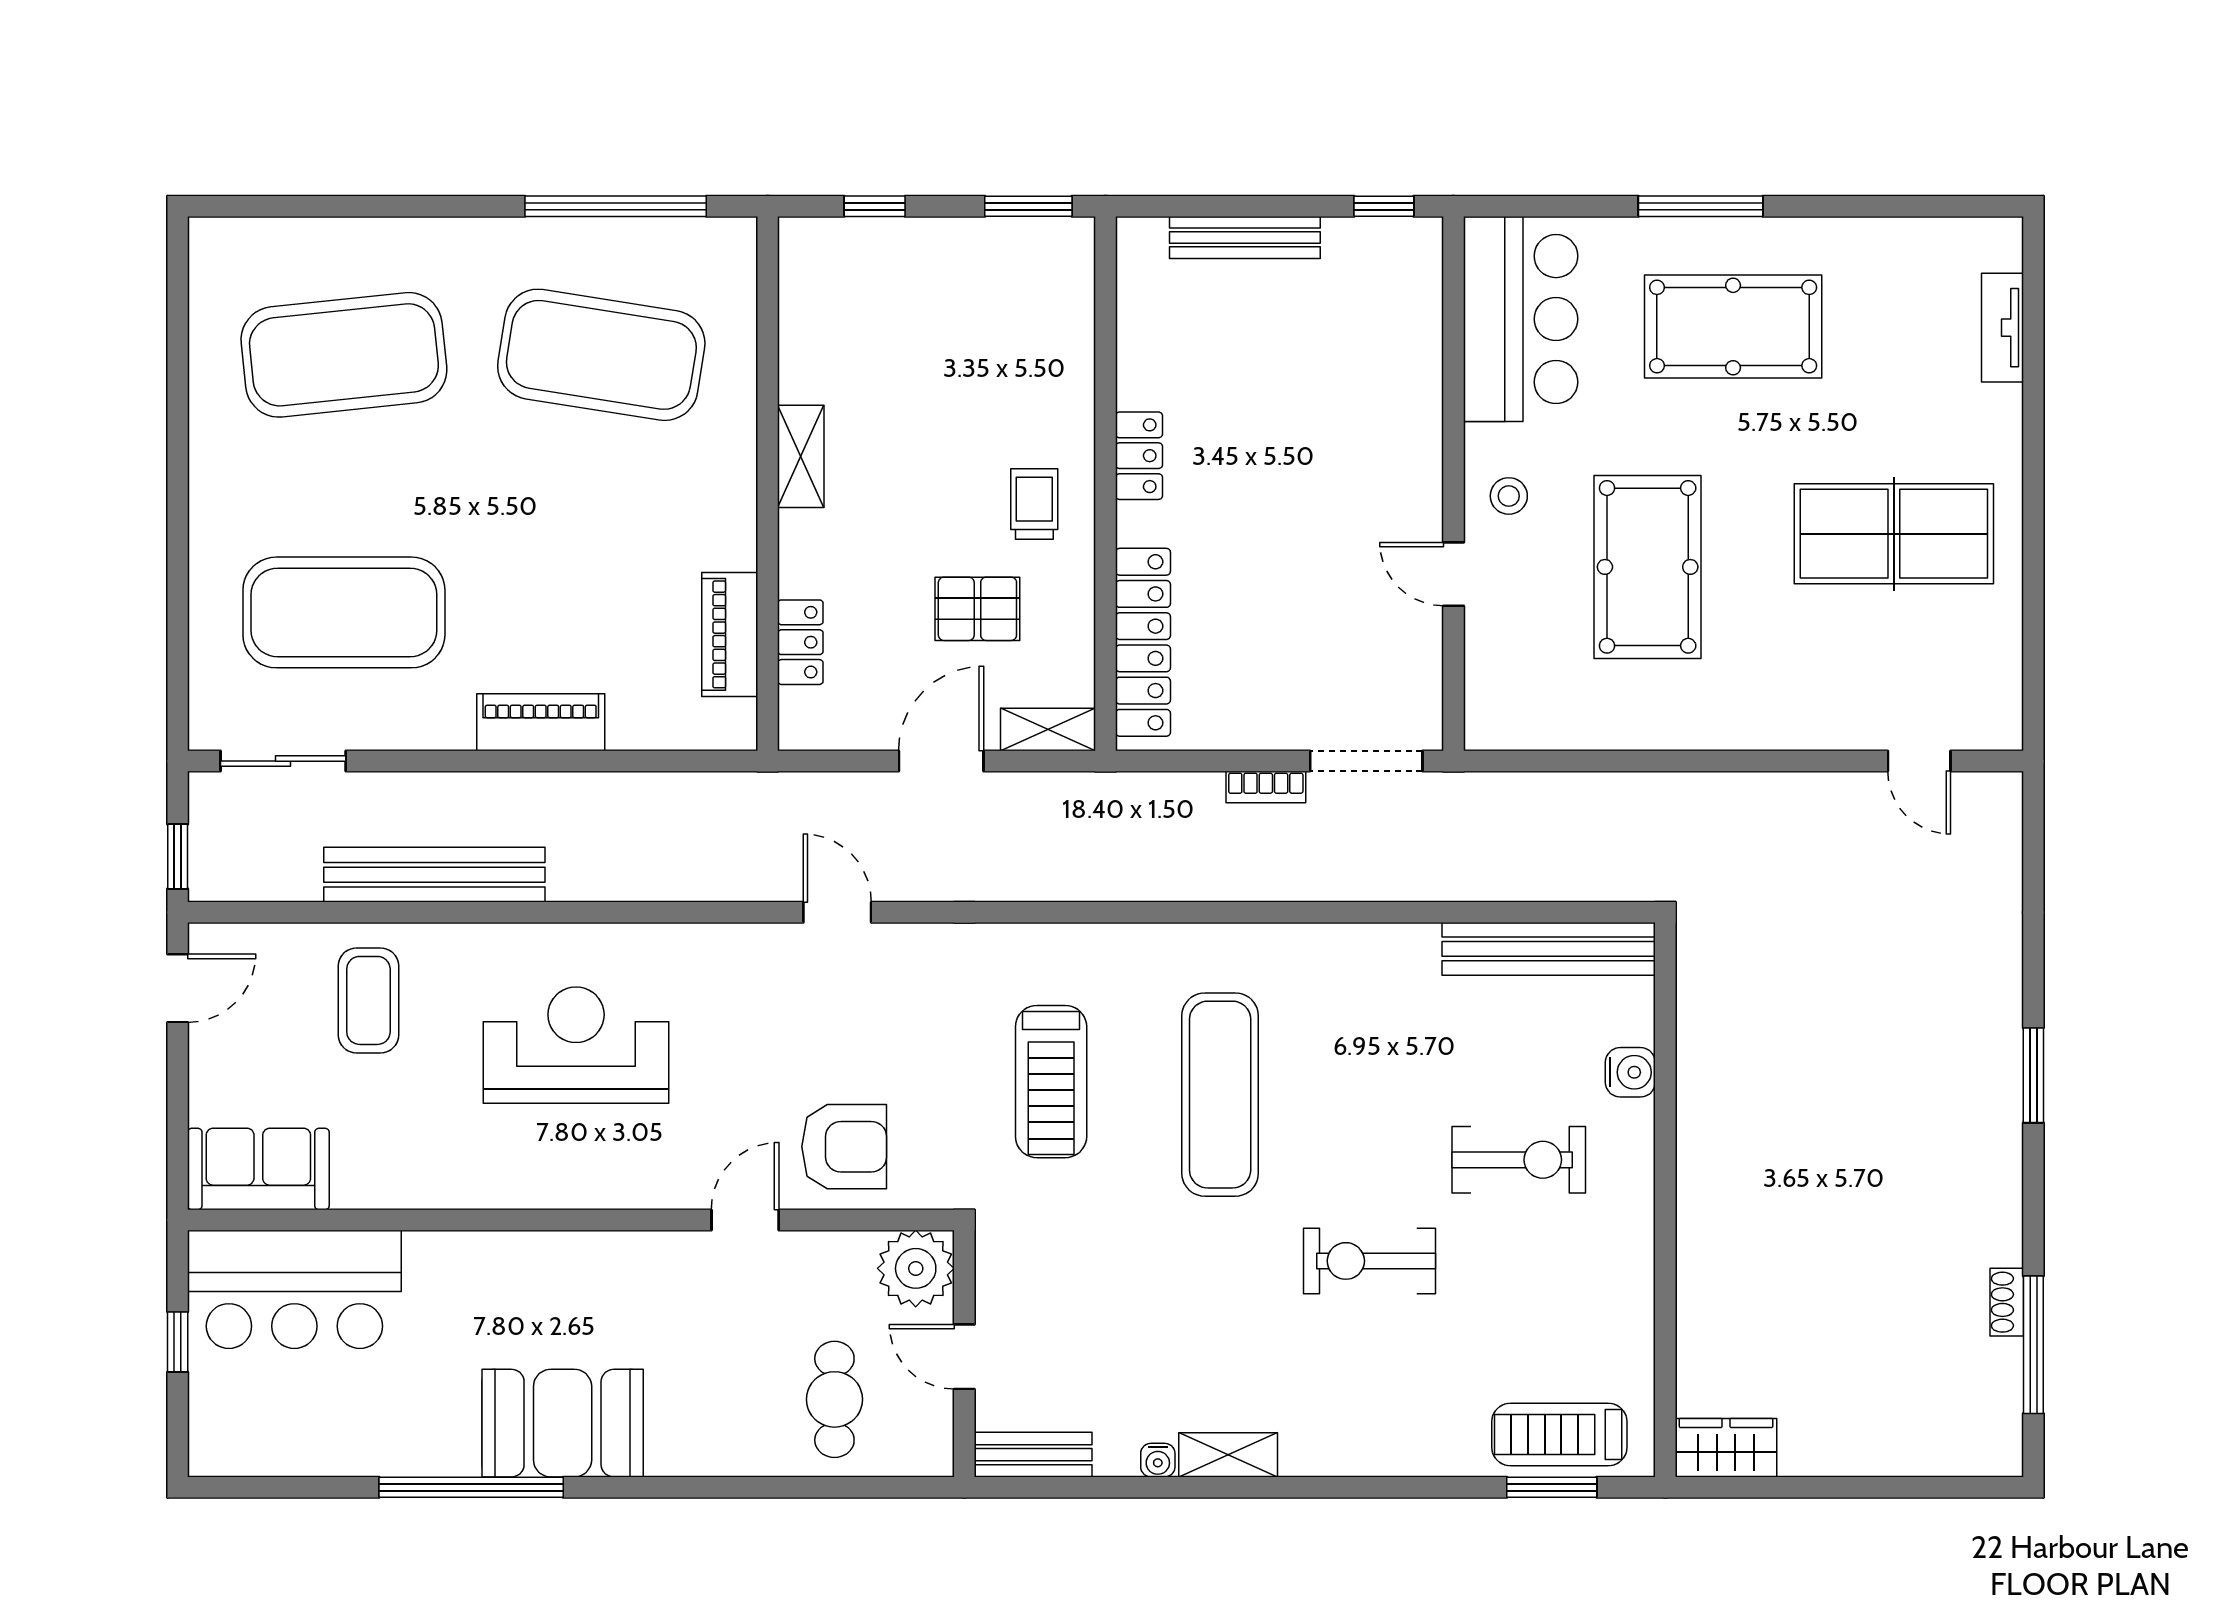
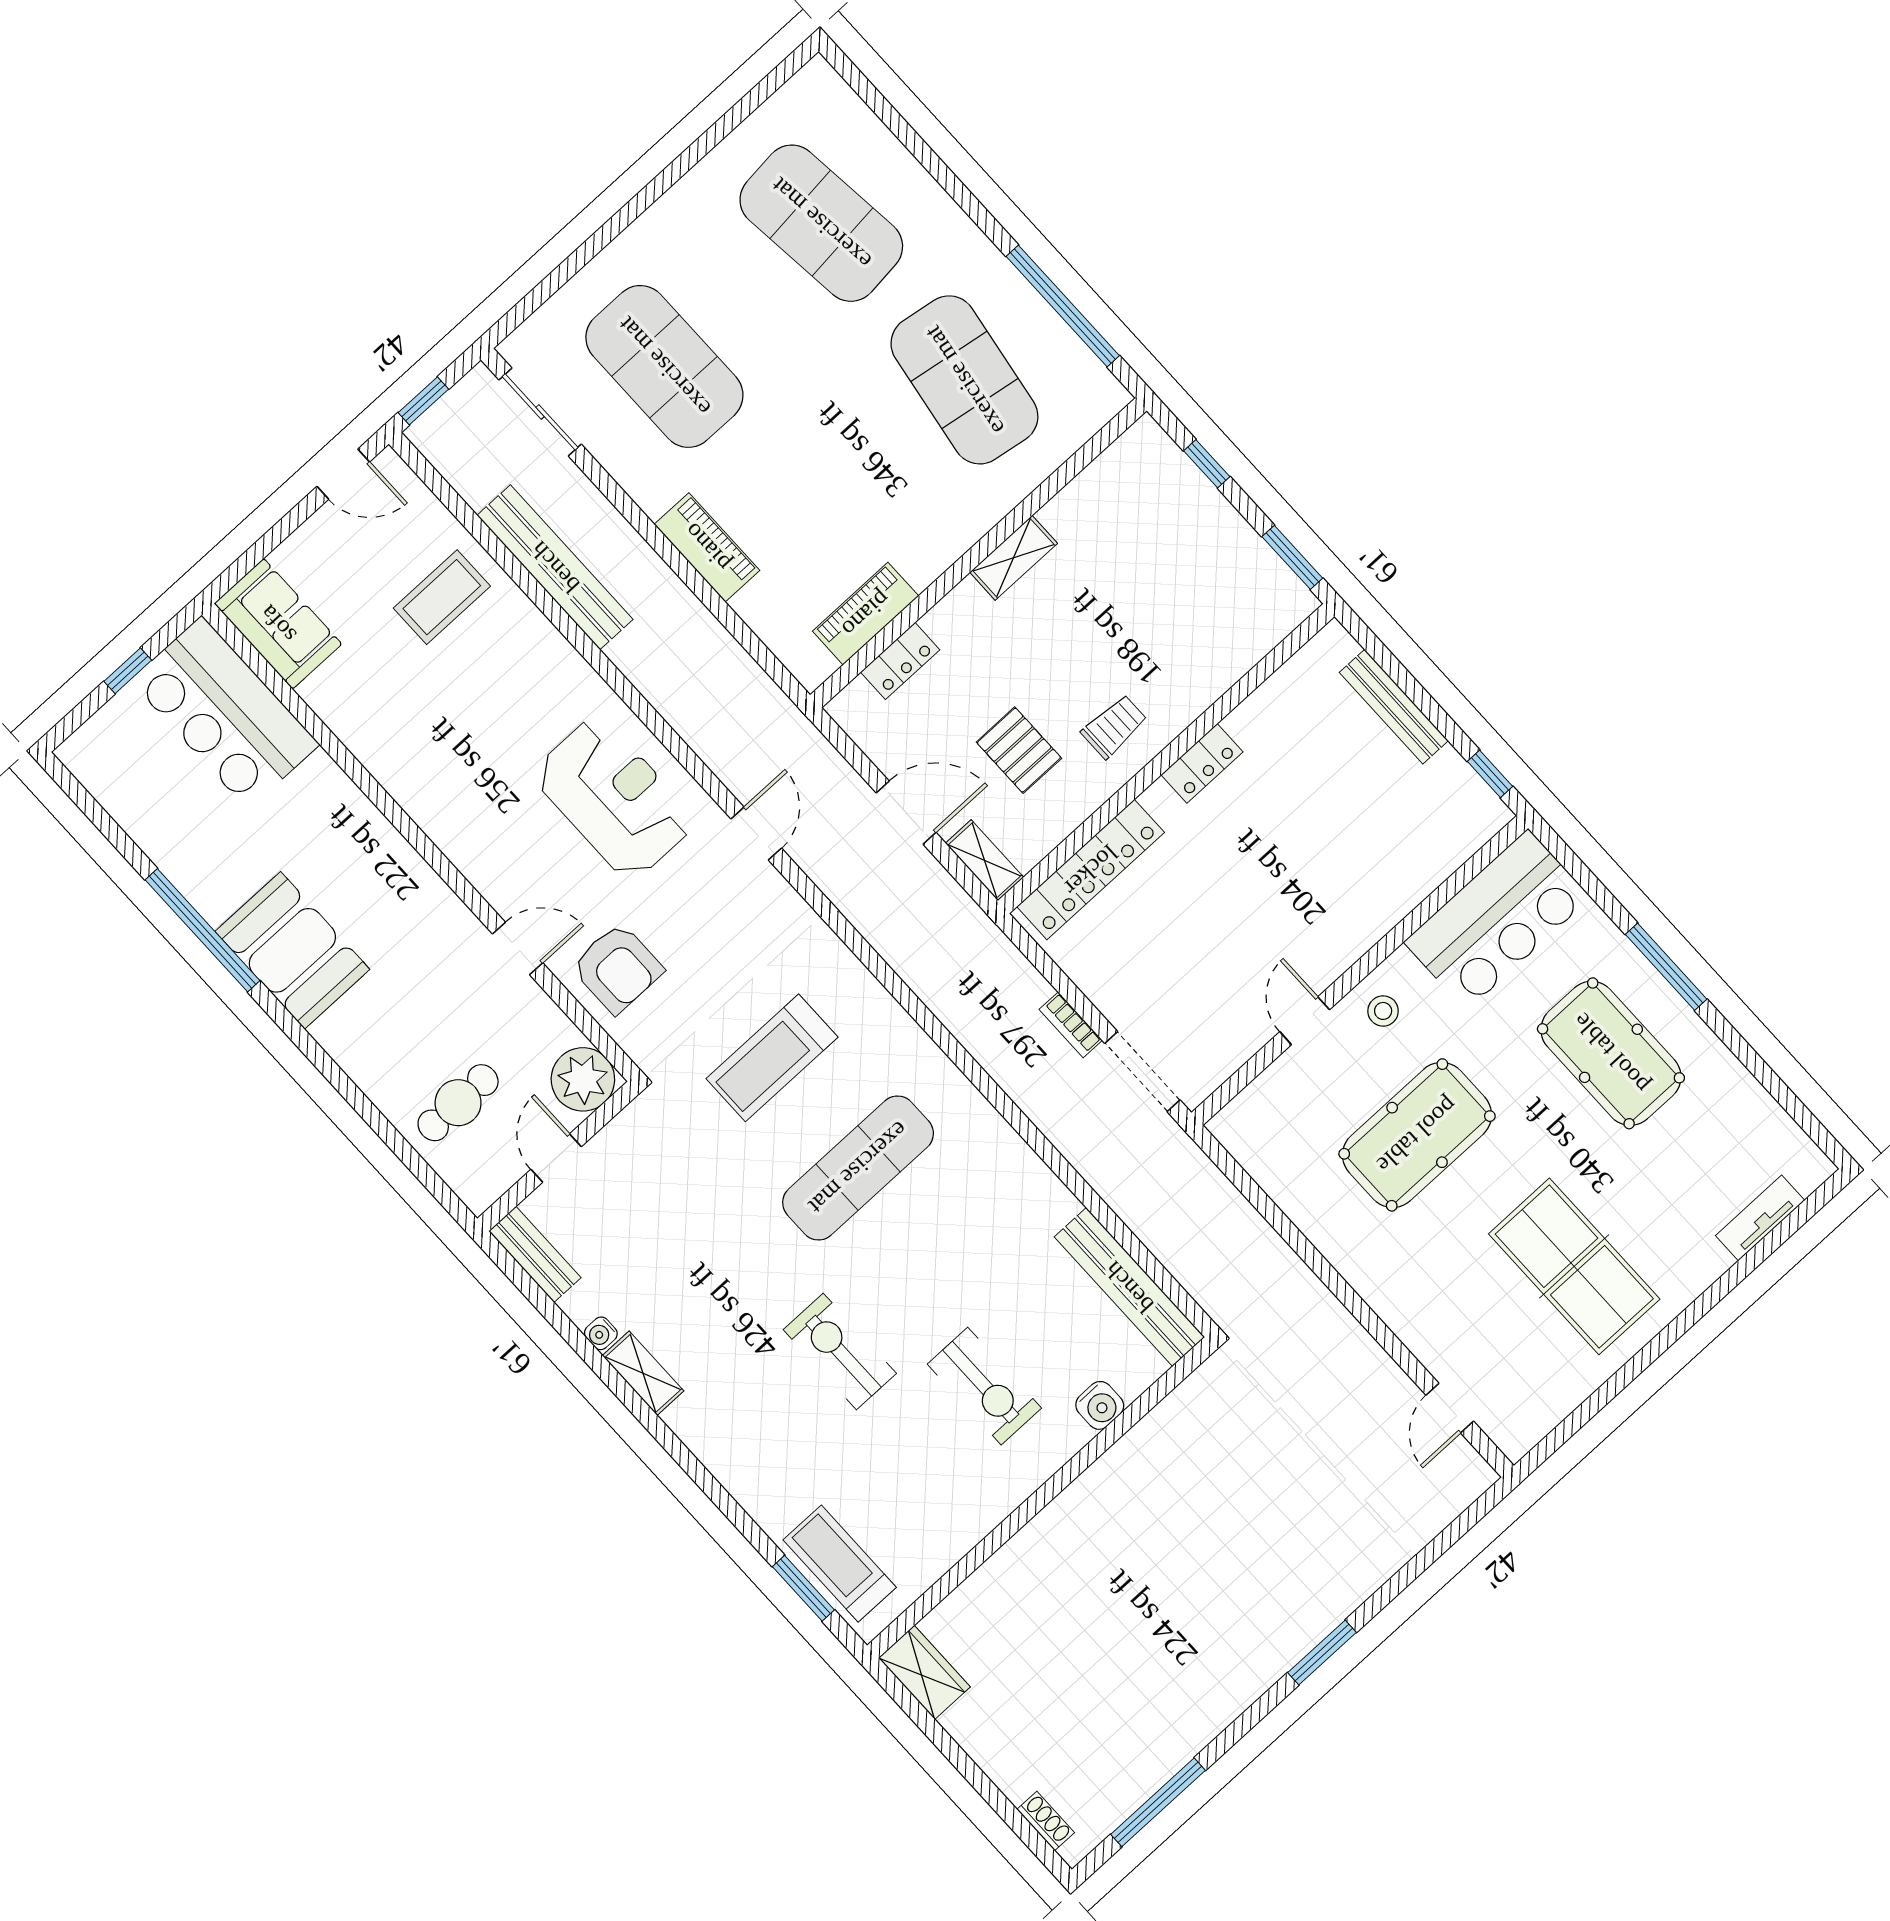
reception desk: (576, 1045) -> (614, 798), moved
shoe rack: (2007, 1302) -> (1046, 1821), moved, turned 90

